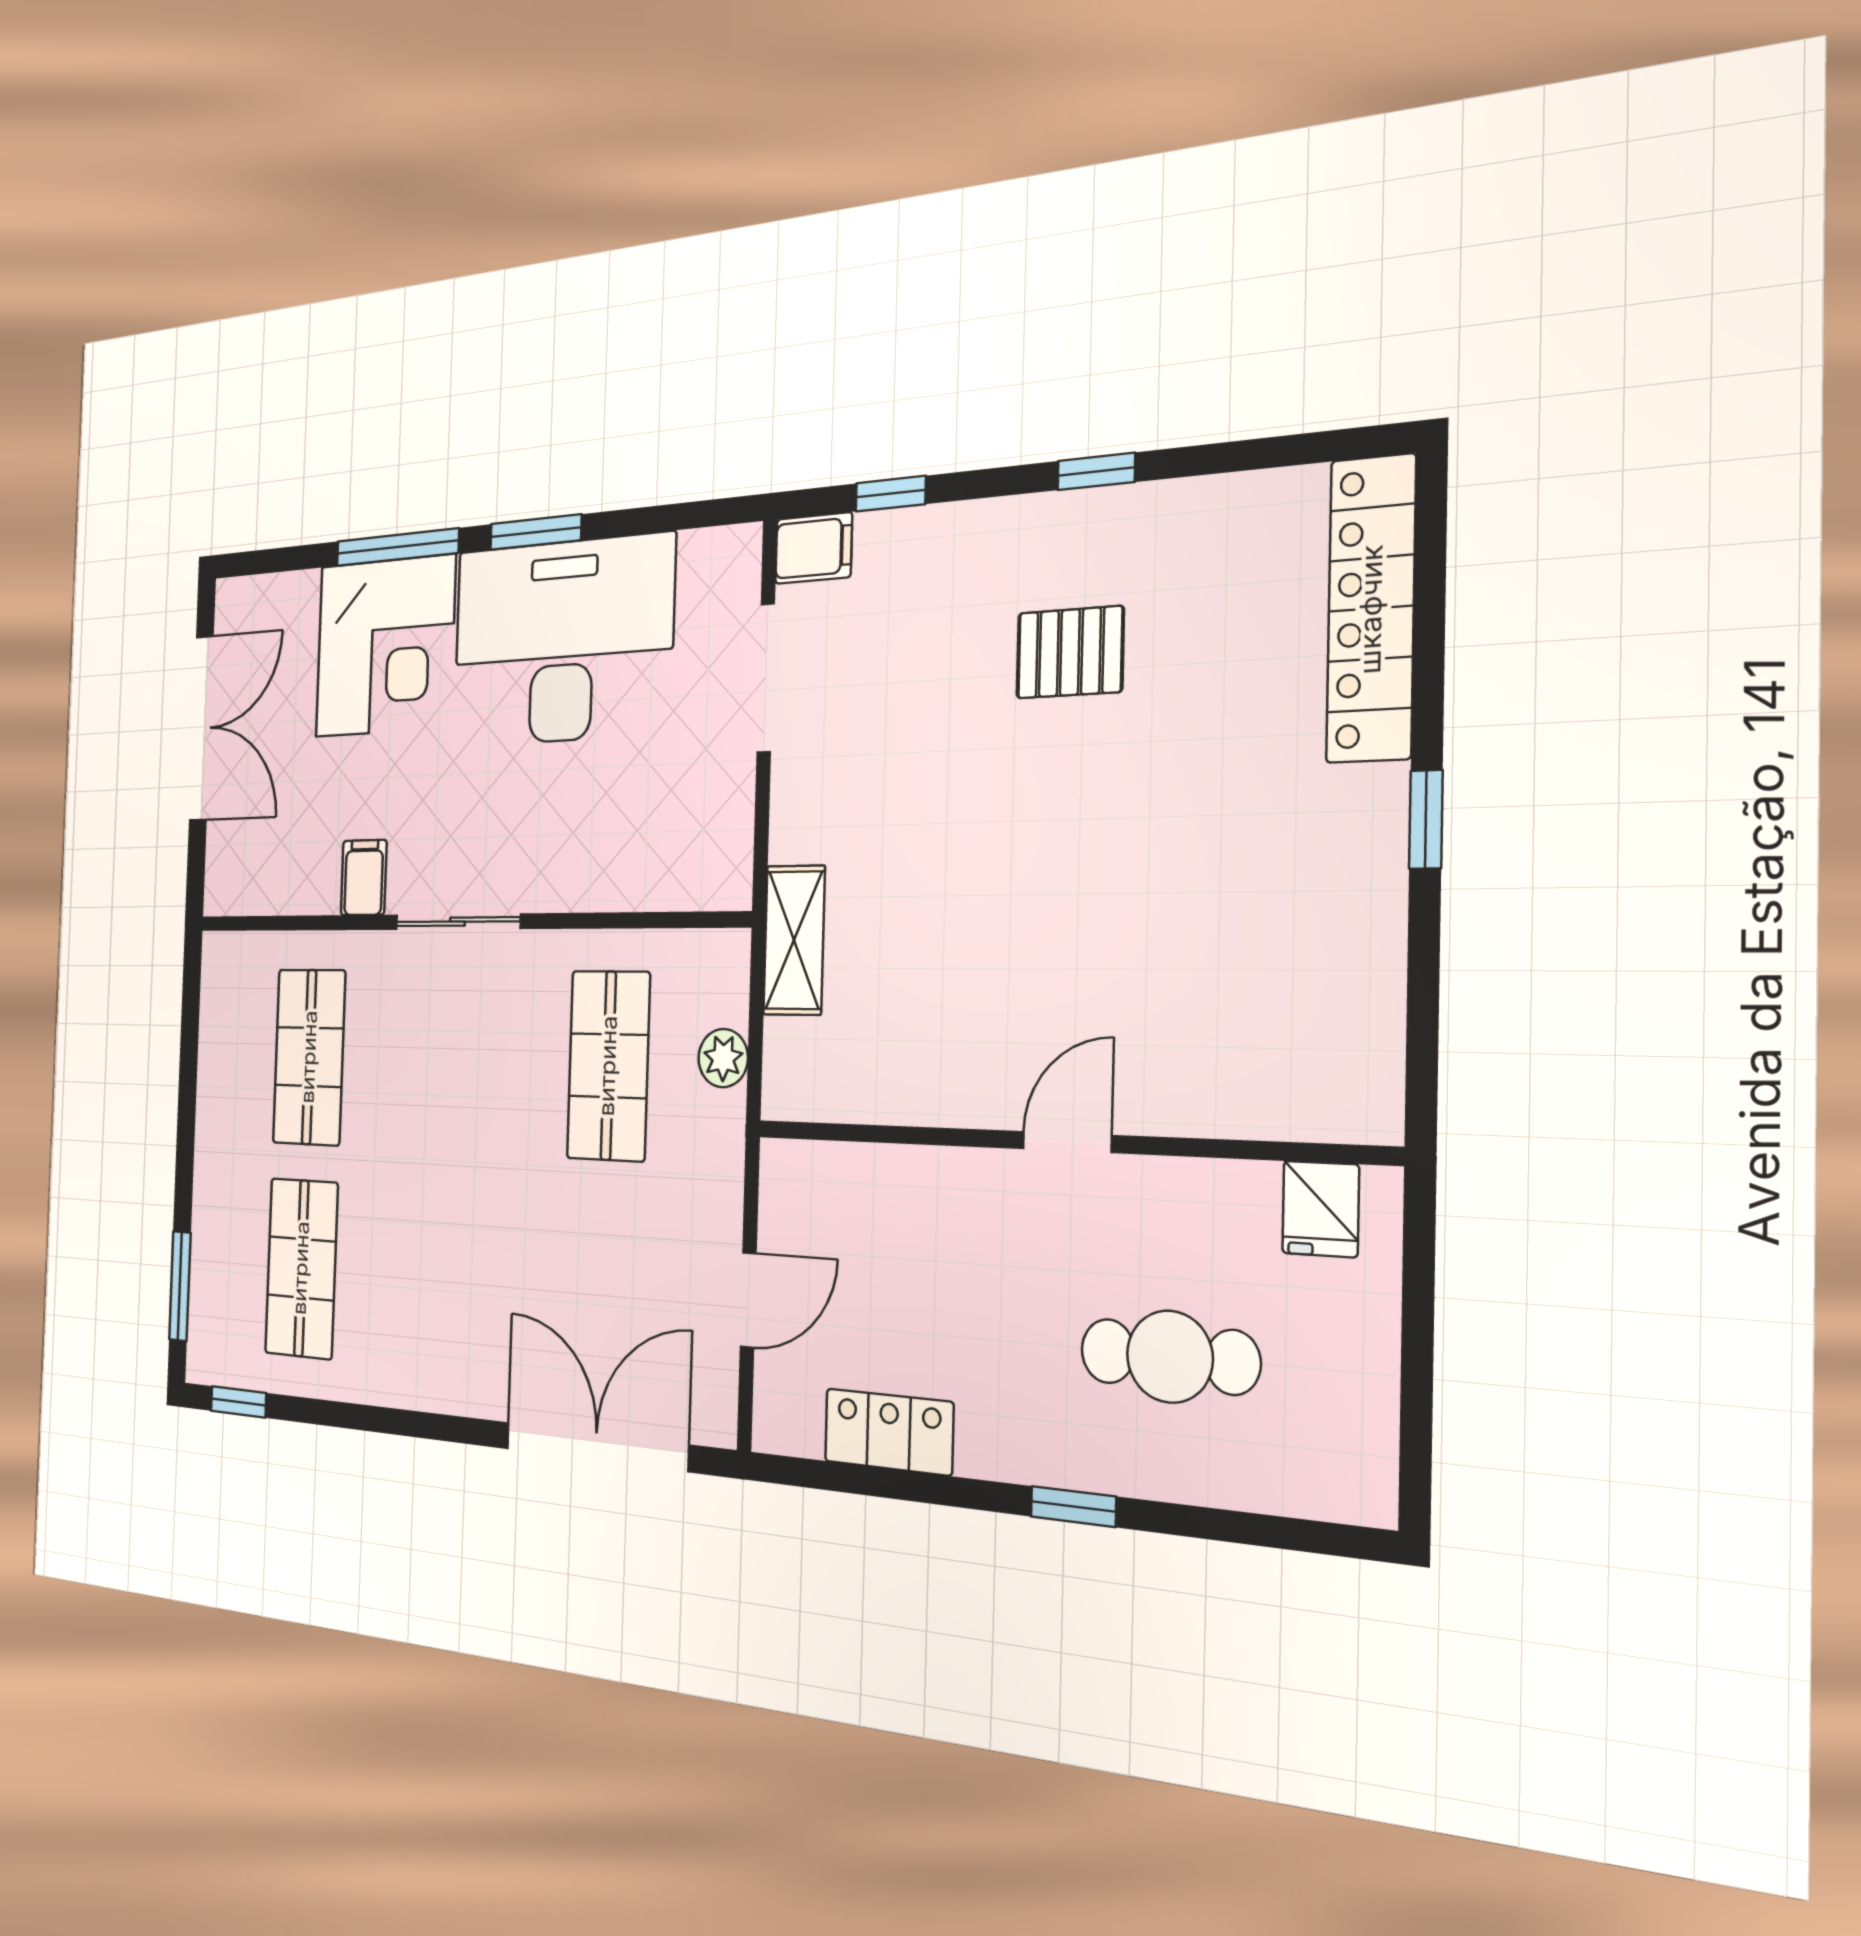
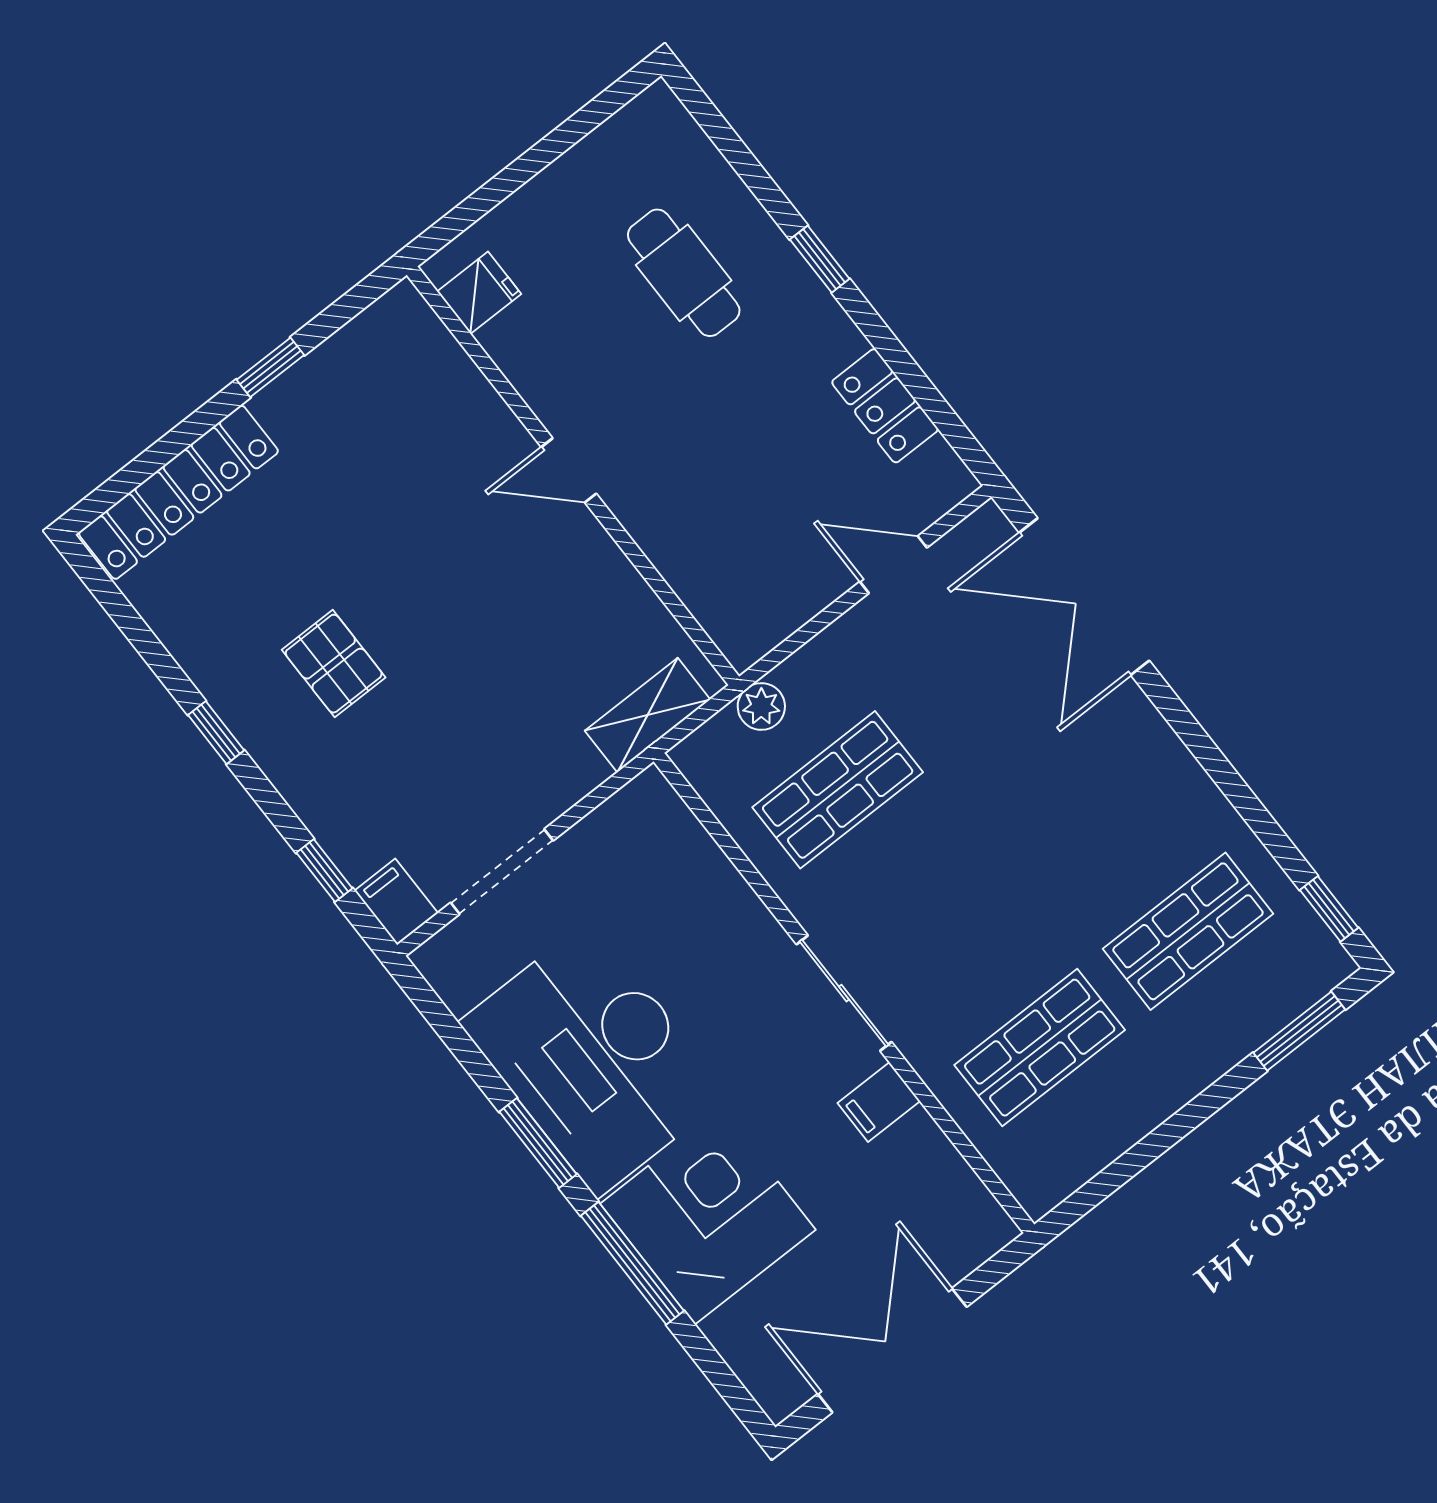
wall: (1059, 1142) -> (573, 476), moved
door: (1067, 1142) -> (569, 470), moved
fridge: (1321, 1209) -> (479, 293), moved

